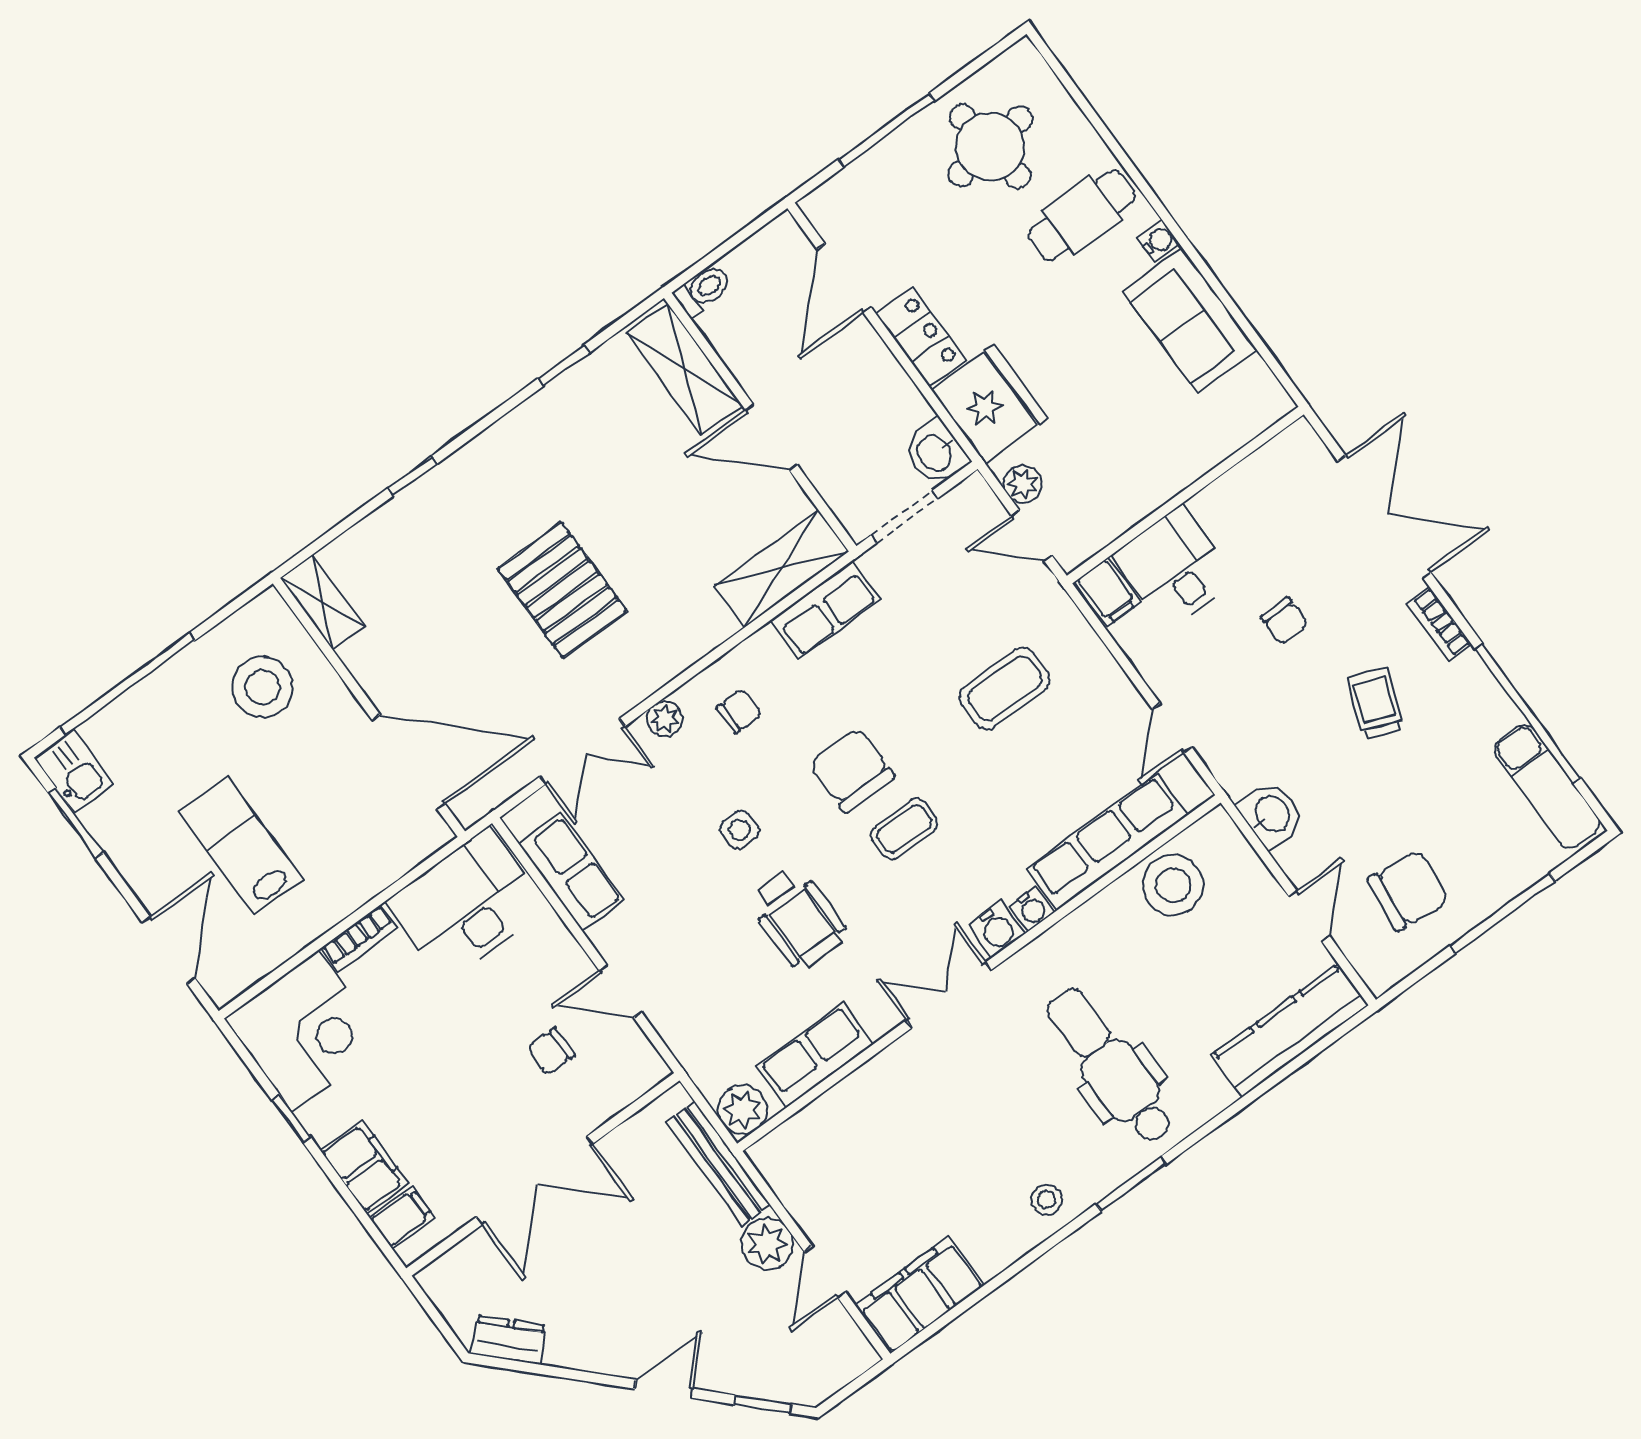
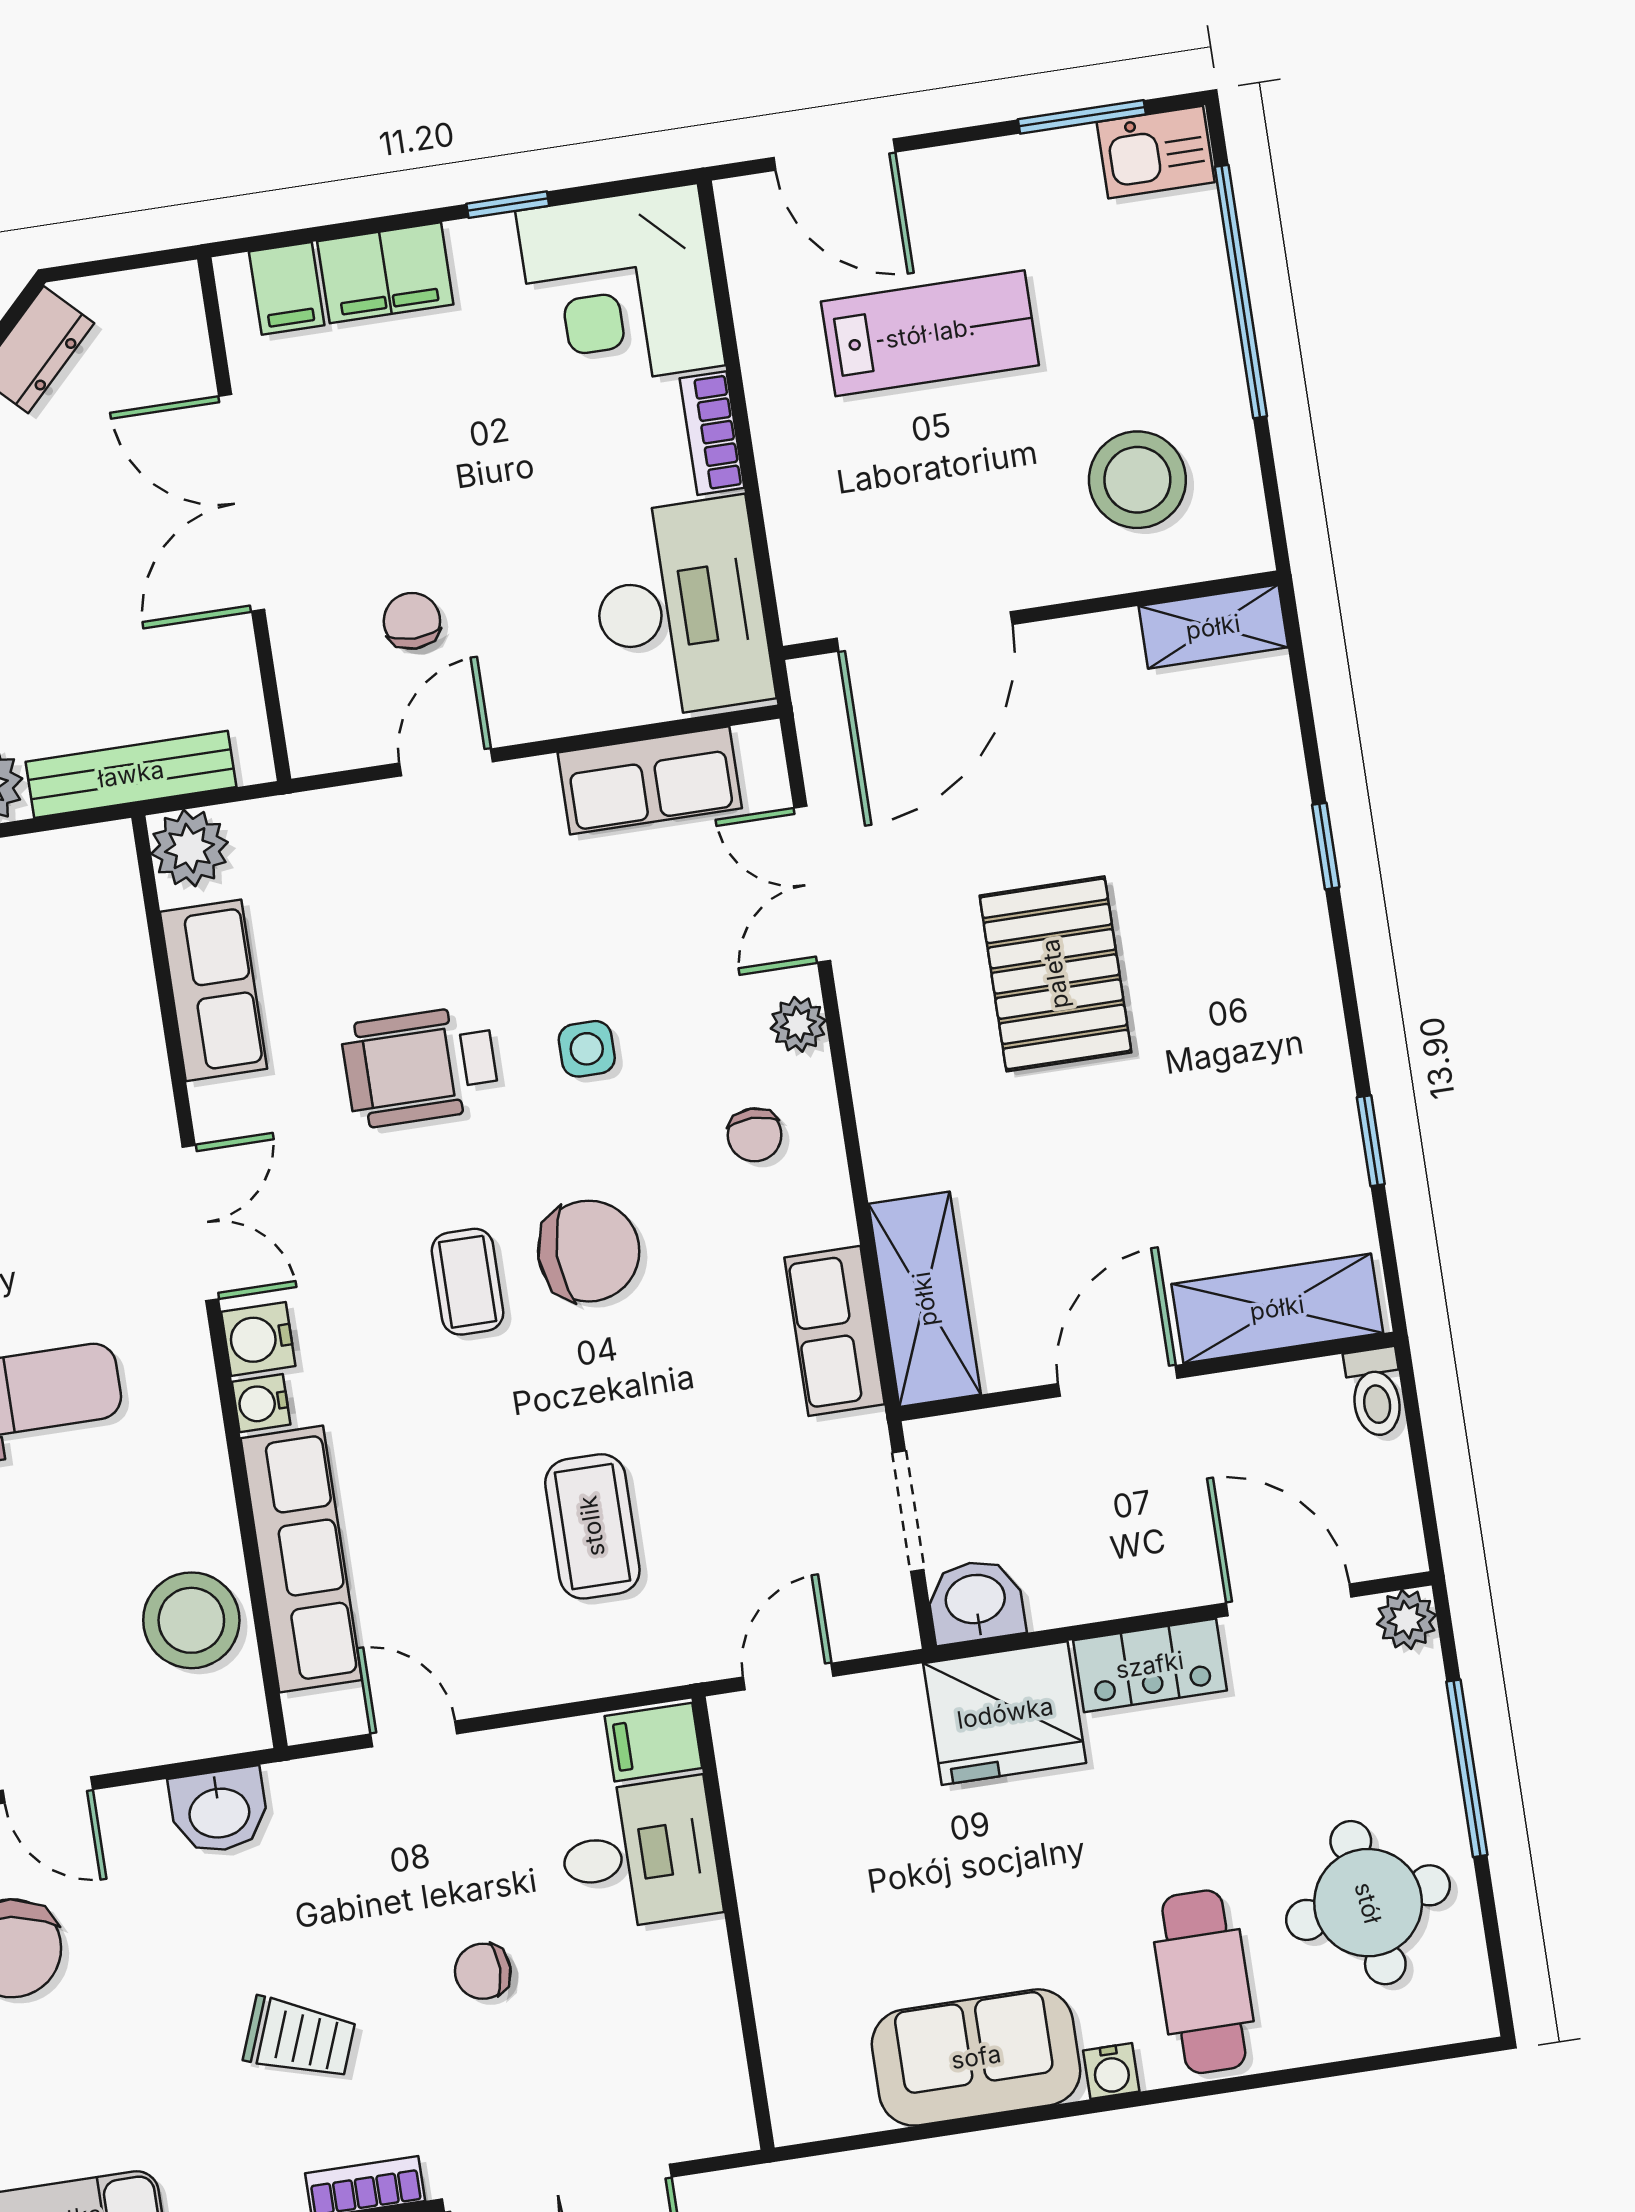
plant: (1023, 484) -> (1406, 1620), moved
pallet: (562, 590) -> (1055, 974), turned 90

